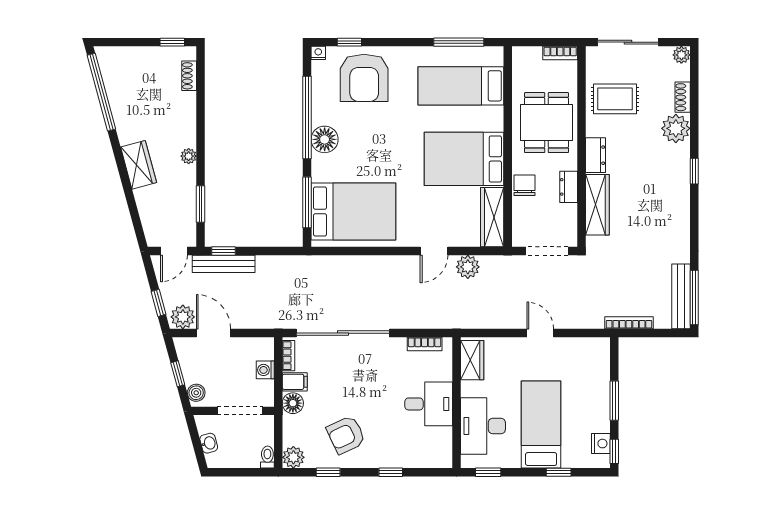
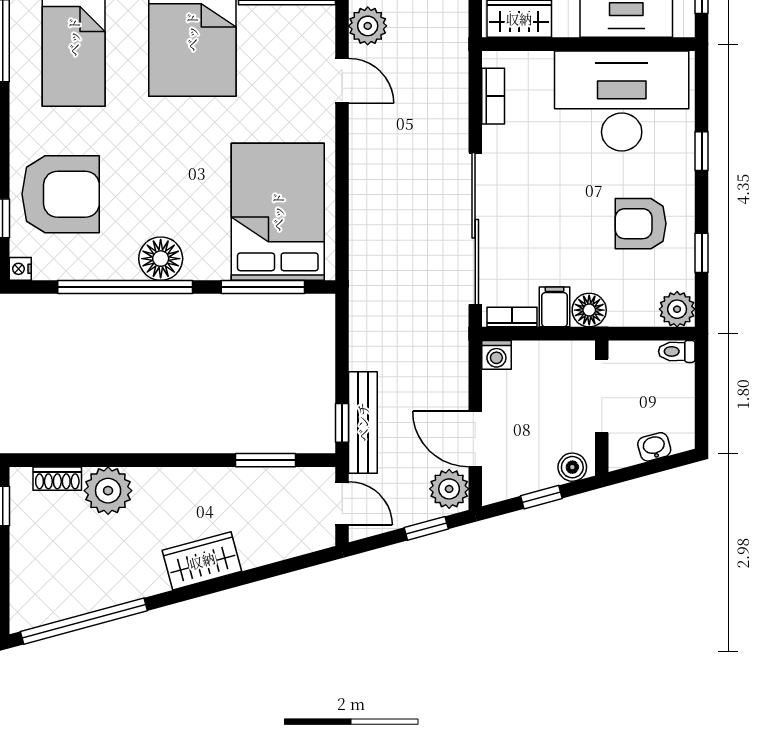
plant: (189, 156) -> (108, 491), moved, width x1.87, depth x1.87
door: (214, 333) -> (475, 439), hinge flipped
washing machine: (265, 370) -> (496, 355), moved
desk: (429, 404) -> (622, 101), width x1.87, depth x1.30
armchair: (346, 435) -> (641, 224), turned 115

